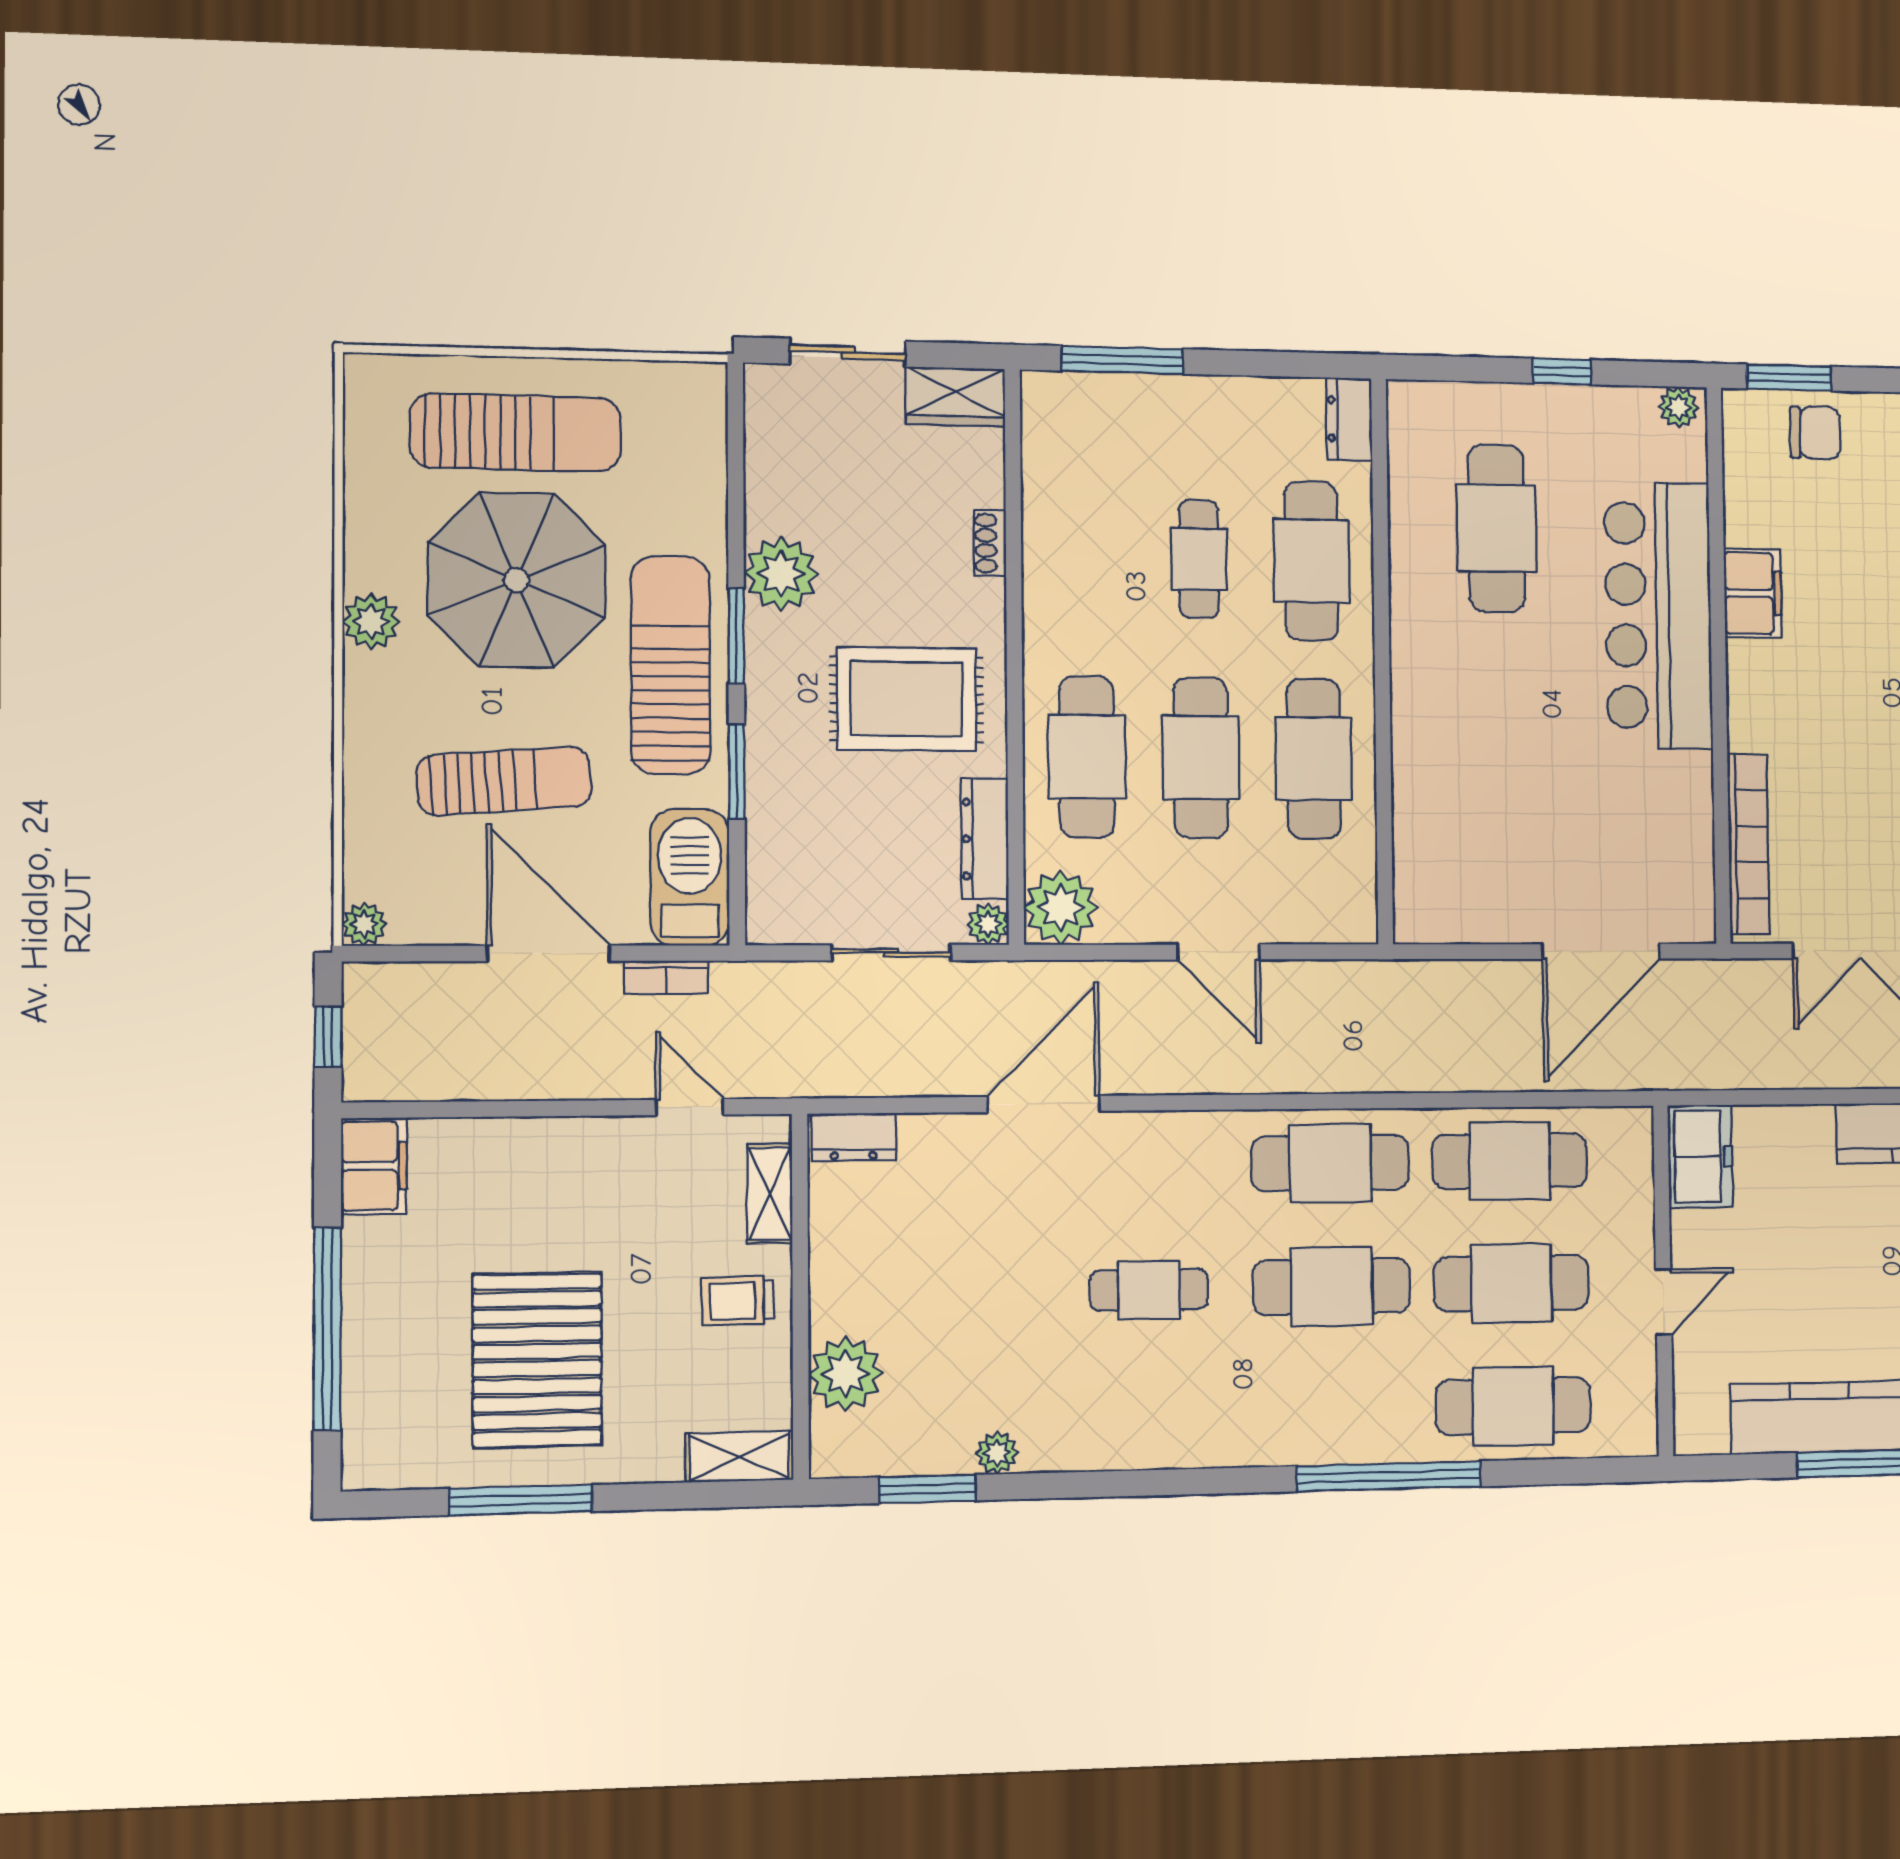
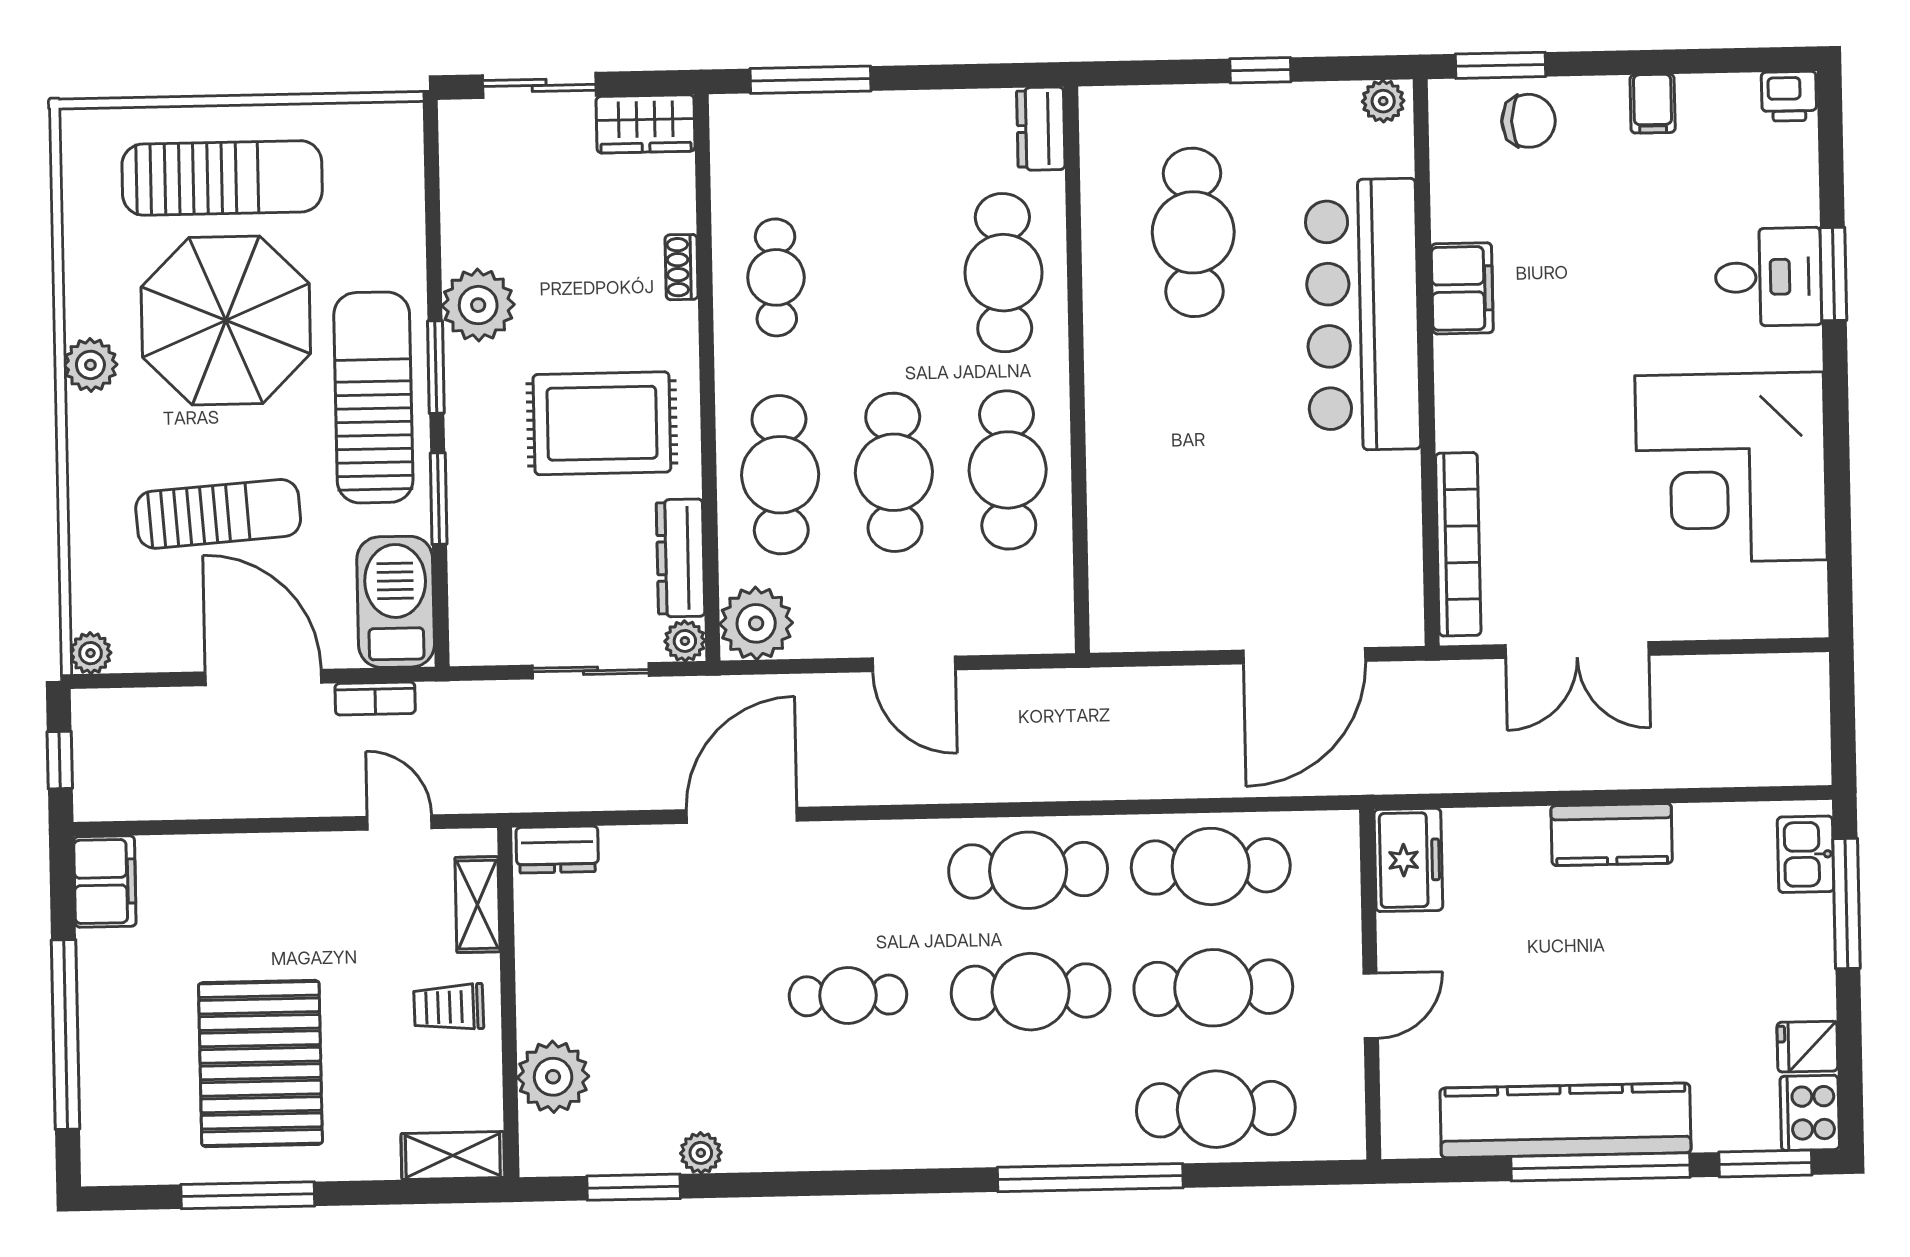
cafe table: (1199, 559) -> (776, 277), moved

